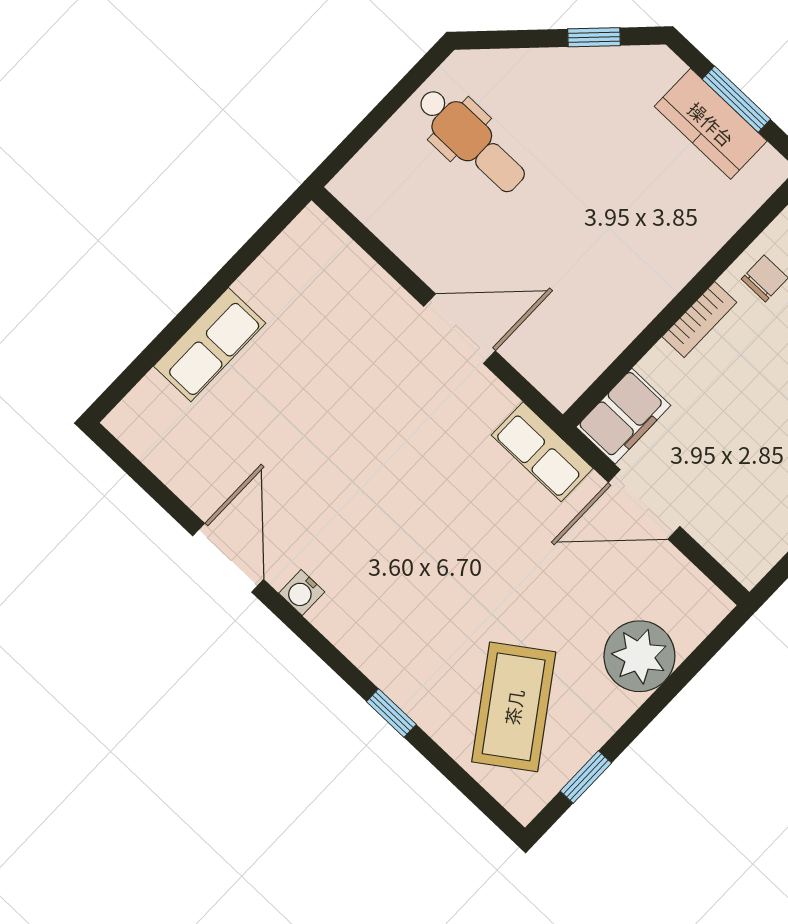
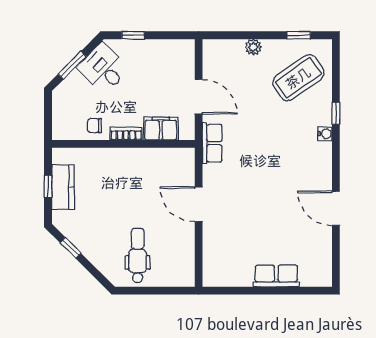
window: (736, 99) -> (48, 186), width x0.67
filing cabinet: (623, 416) -> (161, 129), moved
door: (228, 558) -> (336, 208), hinge flipped
water cooler: (302, 593) -> (325, 134), moved
plant: (639, 656) -> (253, 47), width x0.53, depth x0.53

